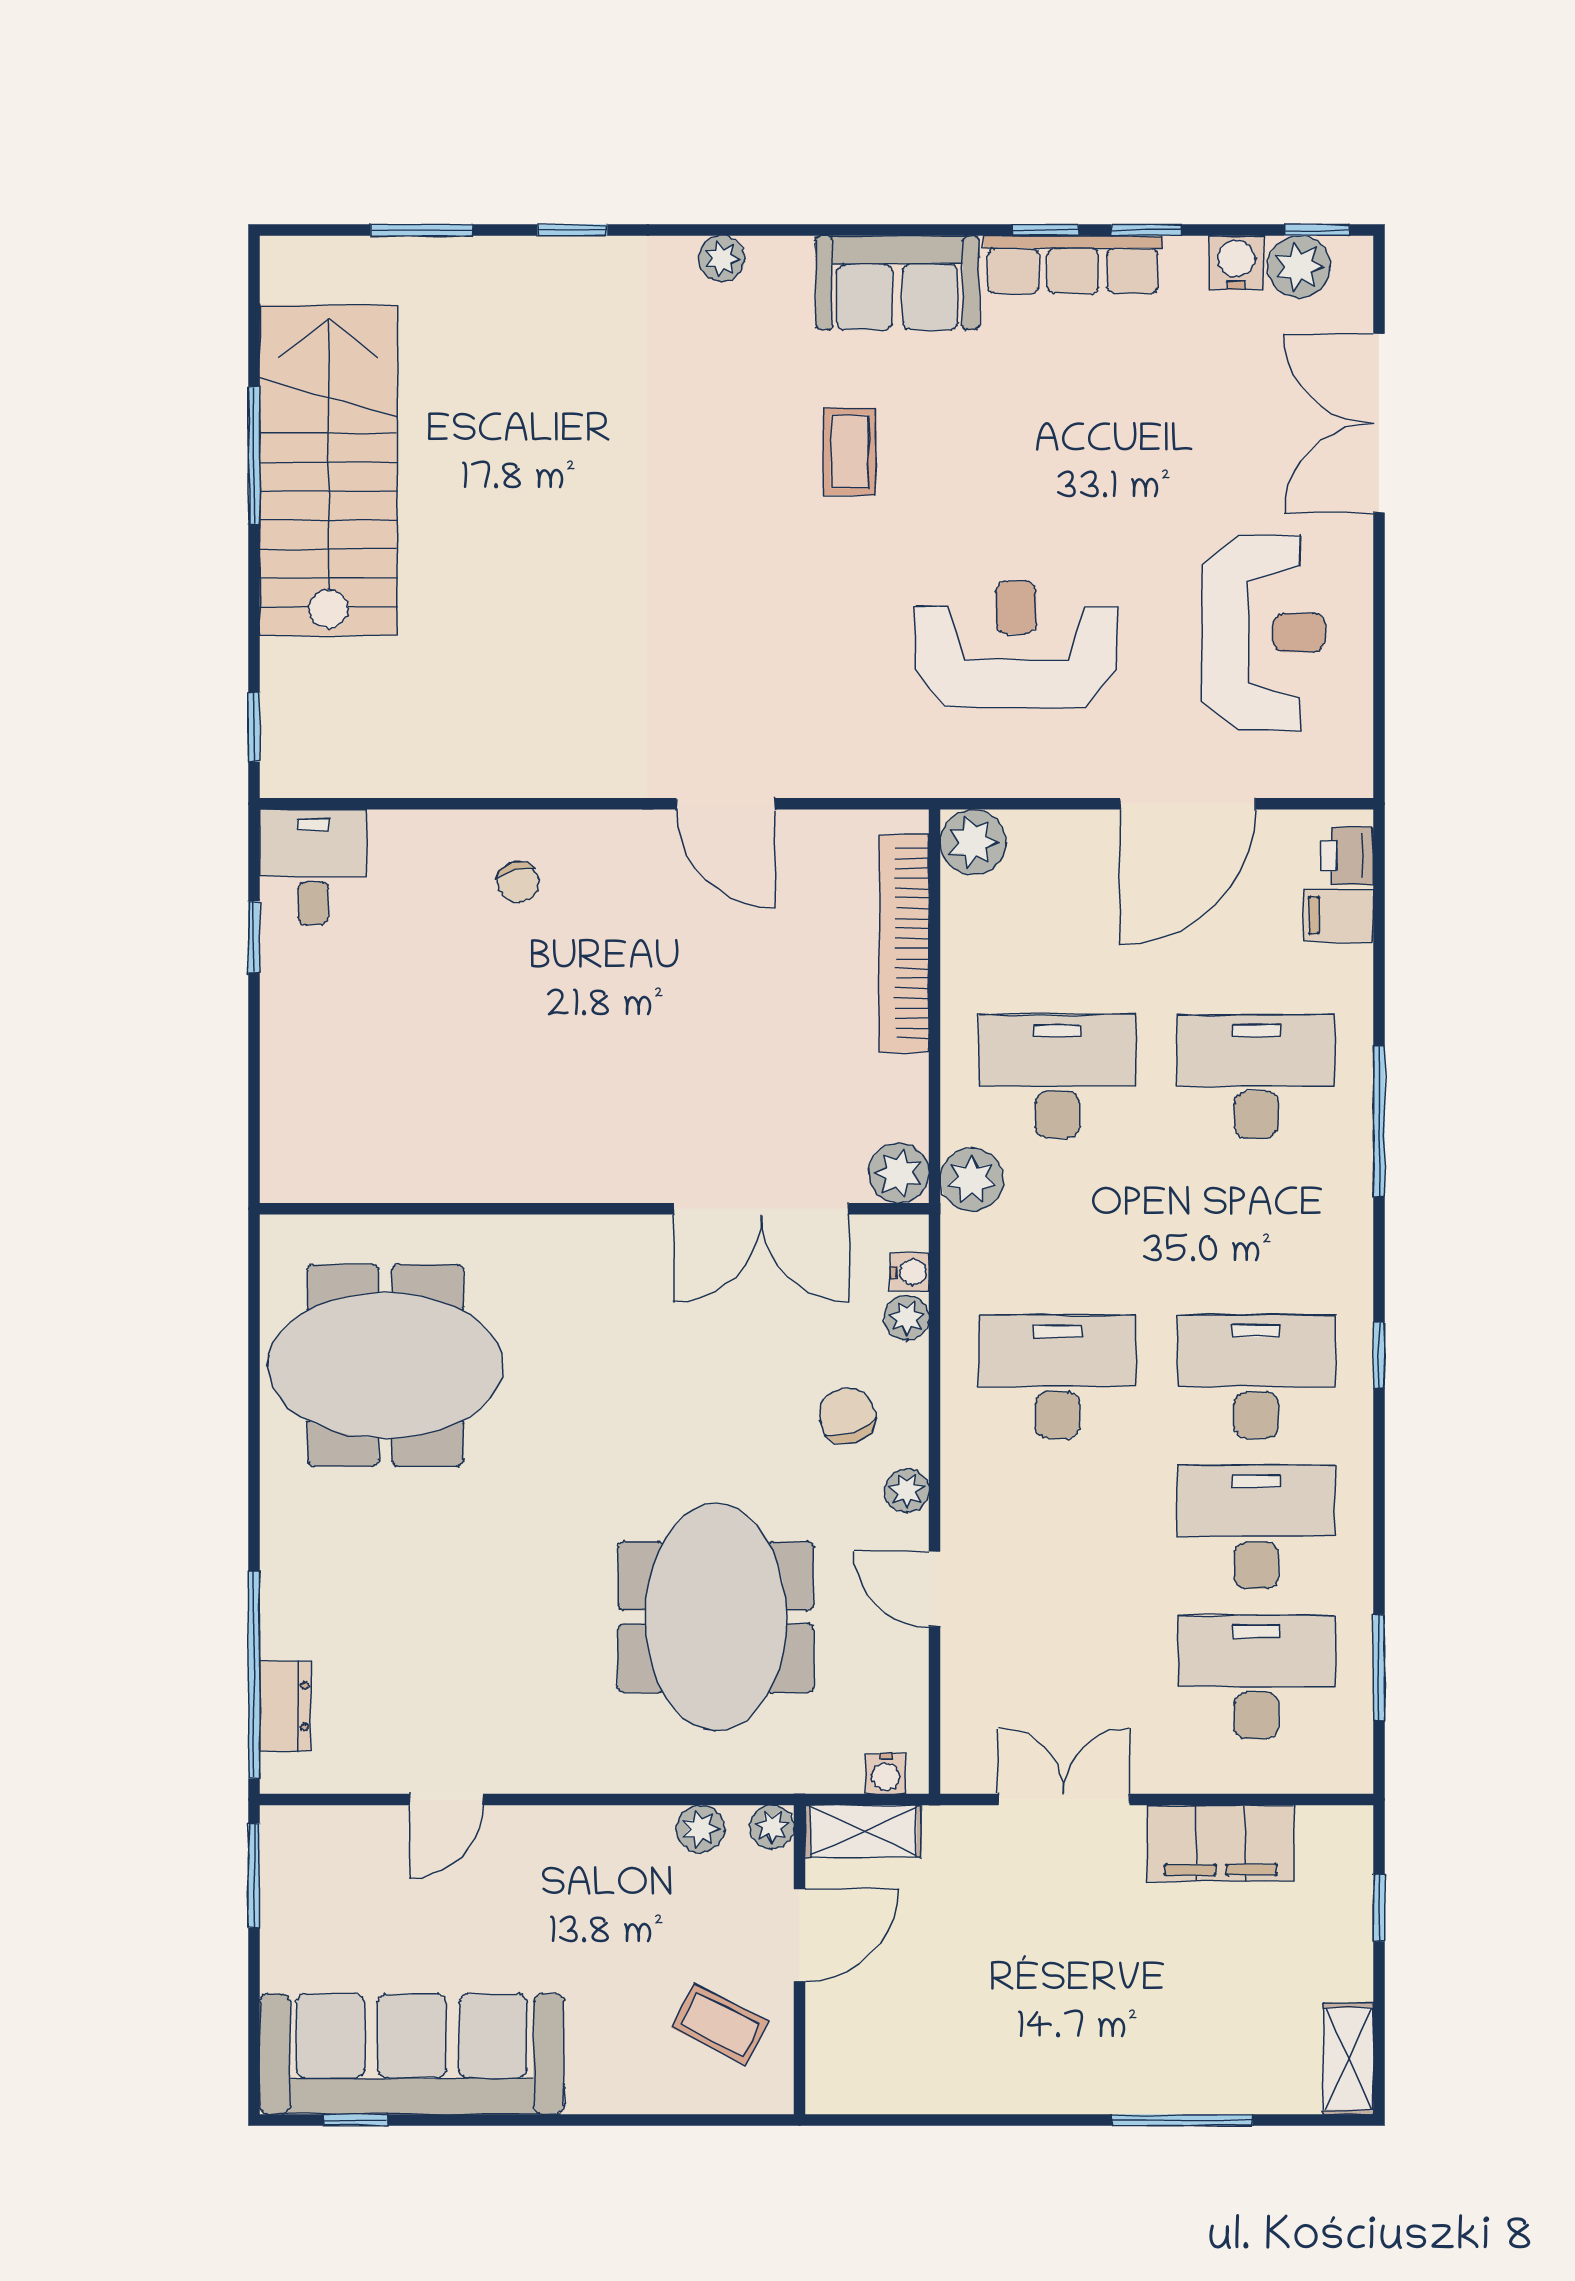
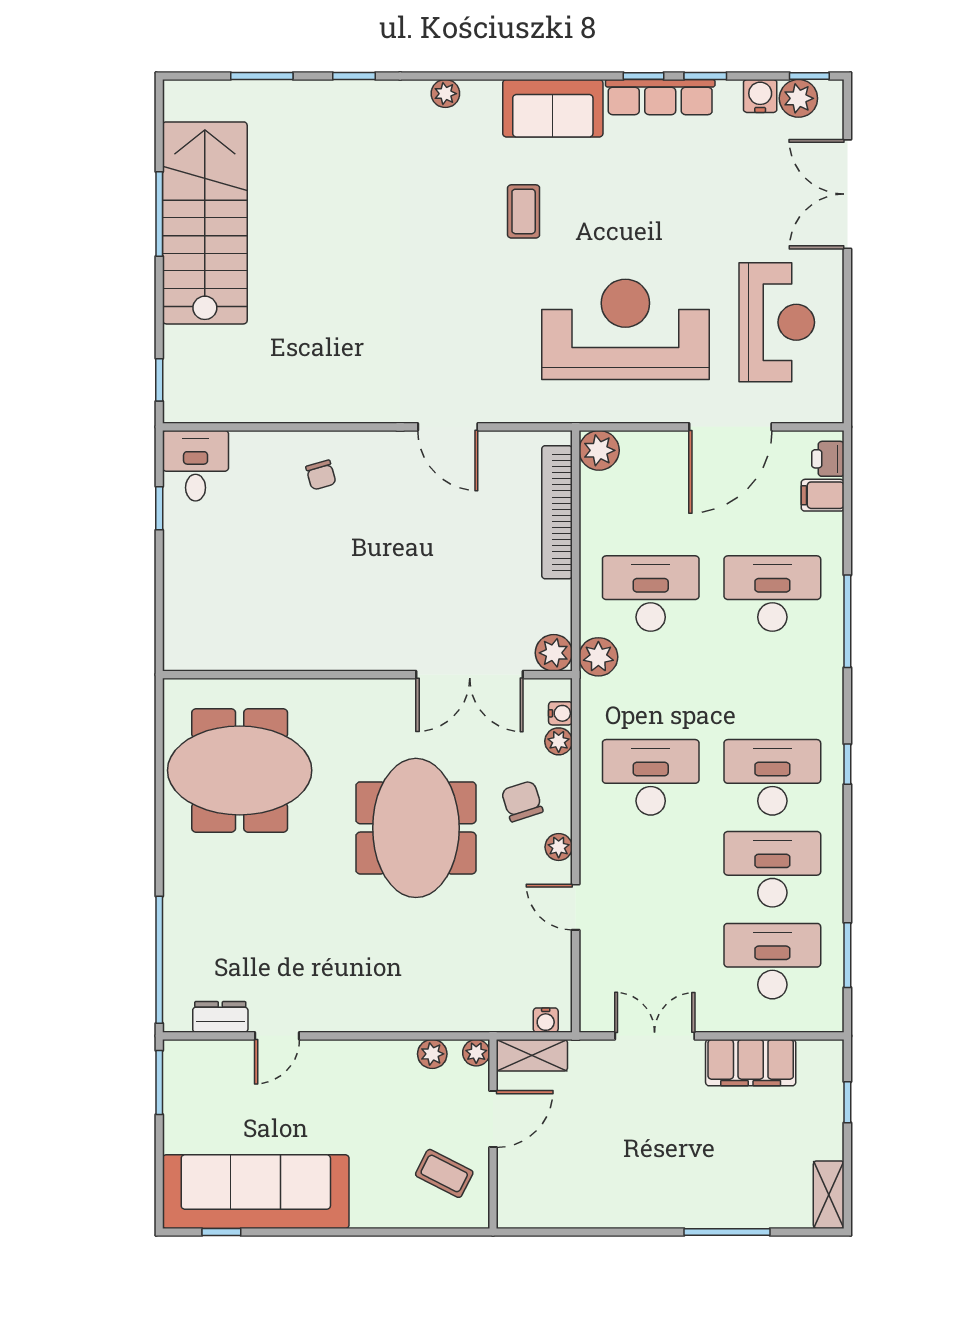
reception desk: (1016, 644) -> (625, 329), width x1.36, depth x1.30
meeting table: (716, 1617) -> (416, 828), moved
dresser: (285, 1706) -> (220, 1017), moved, turned -90

